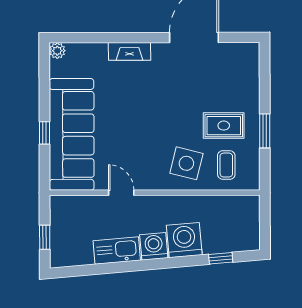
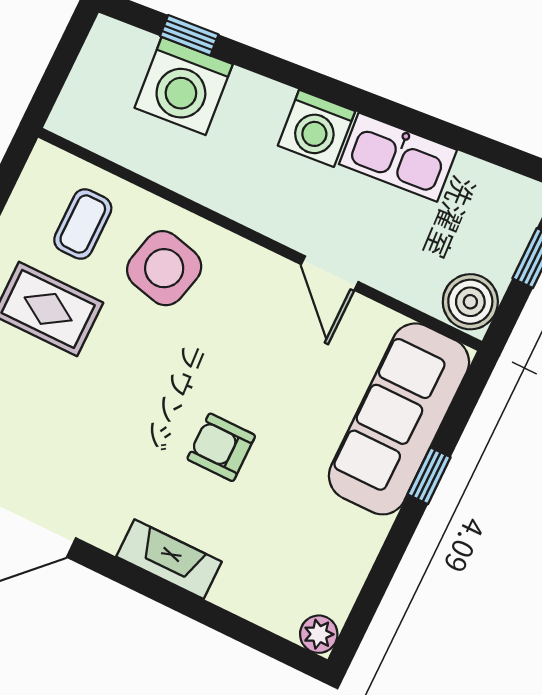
armchair: (130, 105) -> (221, 447), added
sofa: (72, 134) -> (399, 419), width x0.74, depth x0.79
boiler: (61, 208) -> (470, 302), added
washing machine: (184, 240) -> (184, 86), moved

